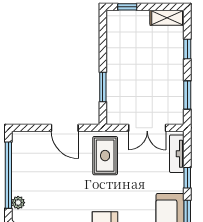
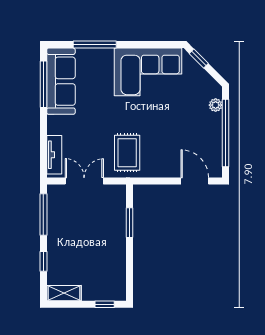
window: (187, 95) -> (43, 215), width x1.44
door: (65, 128) -> (195, 181), moved
window: (187, 178) -> (43, 130), removed

